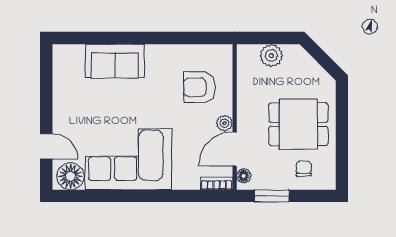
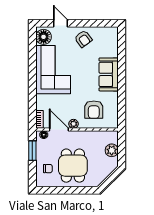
sofa: (115, 61) -> (109, 74), moved
armchair: (199, 87) -> (94, 110), turned 180
armchair: (74, 106) -> (83, 39), added
door: (46, 146) -> (60, 23), swing flipped

